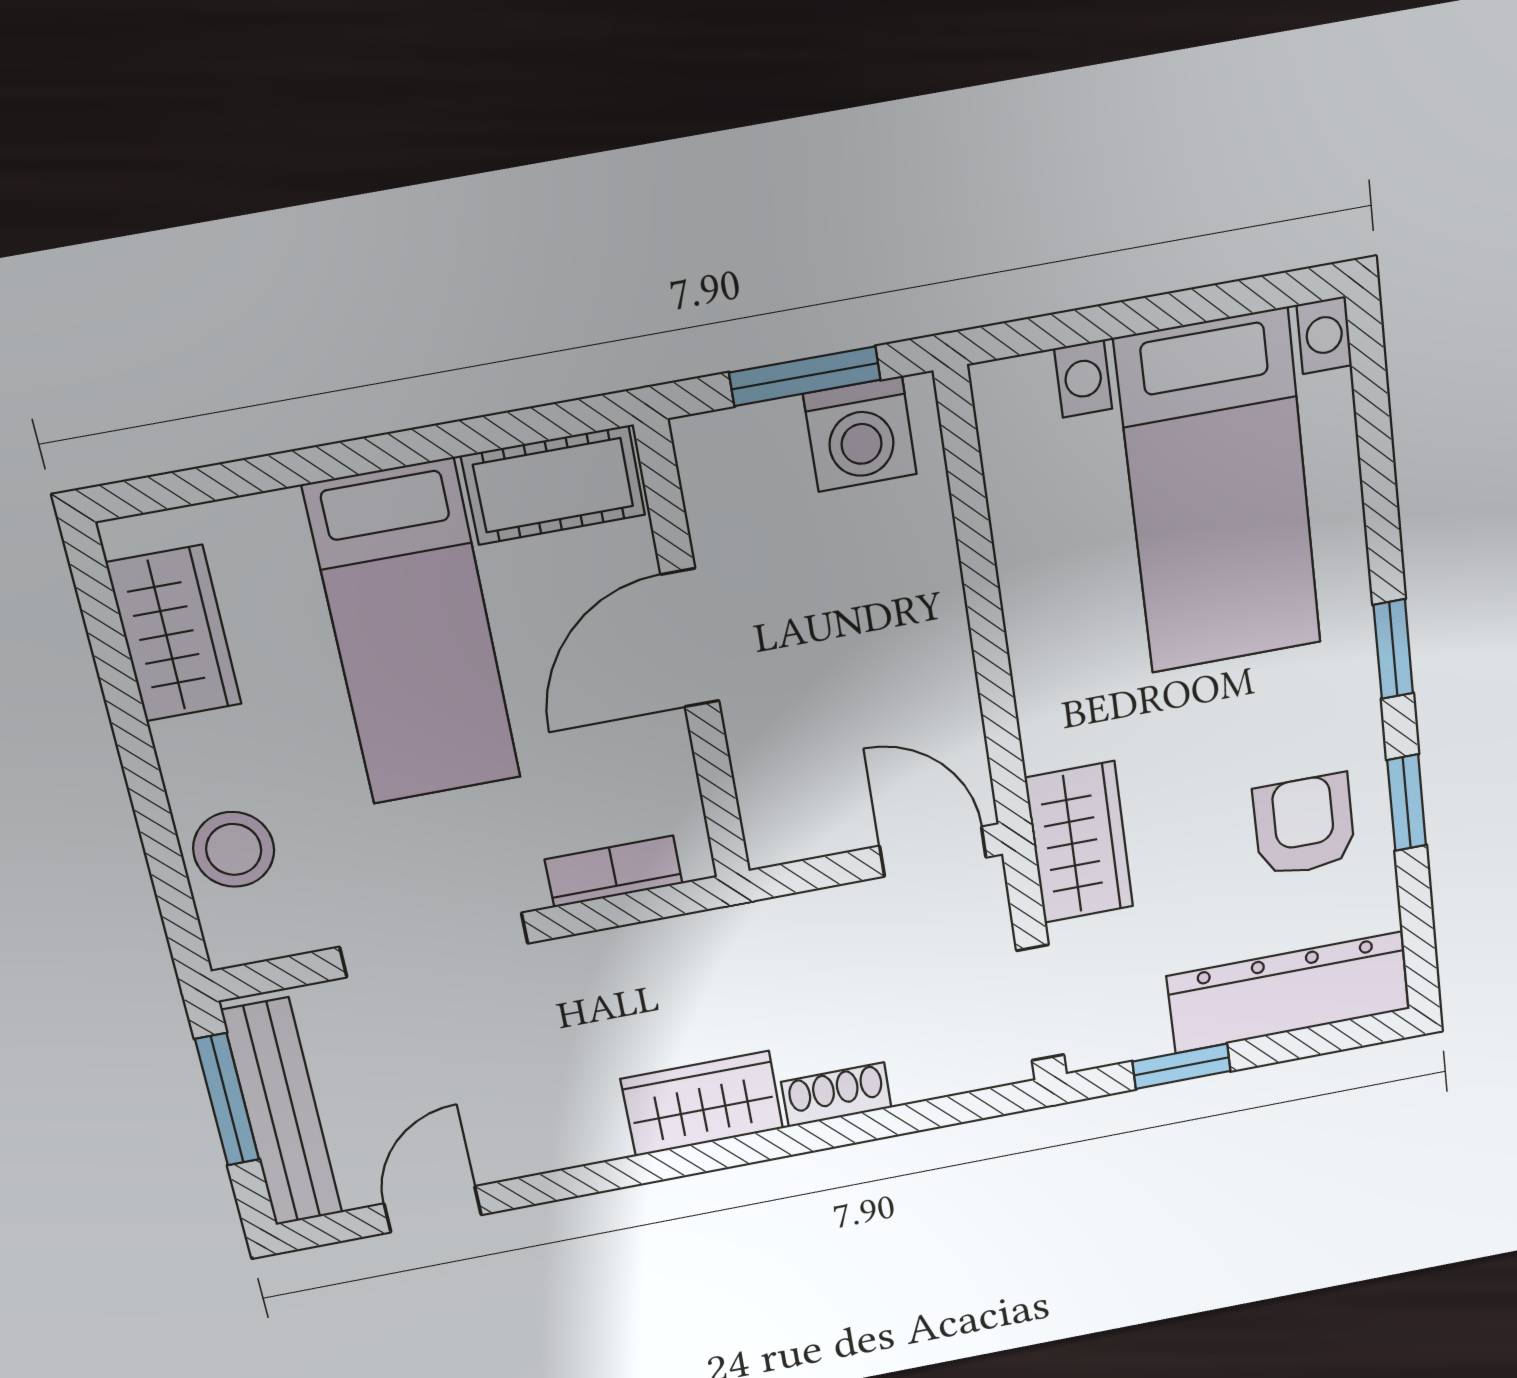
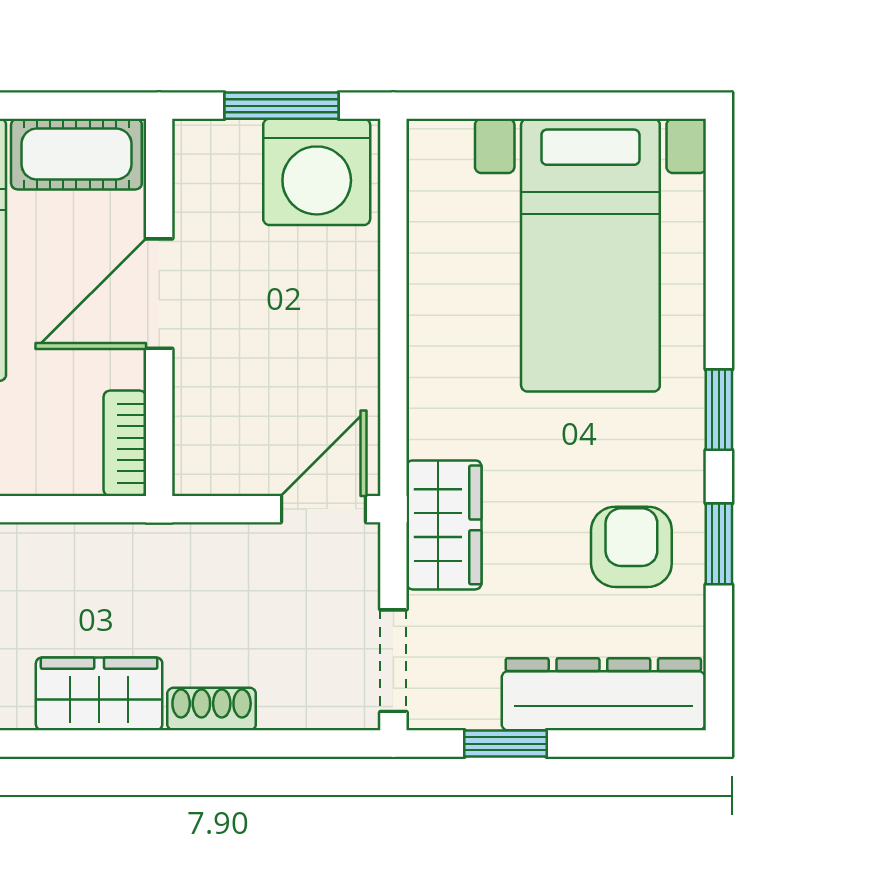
washing machine: (860, 434) -> (317, 172), width x1.37, depth x1.37
door: (933, 852) -> (323, 509), hinge flipped
bookcase: (614, 871) -> (125, 443), moved, turned -90

